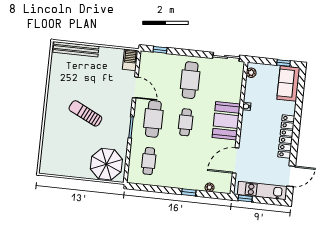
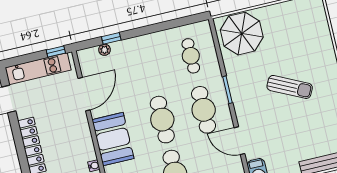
cafe table: (186, 122) -> (162, 120), width x1.37, depth x1.35
window: (189, 192) -> (111, 38), moved

